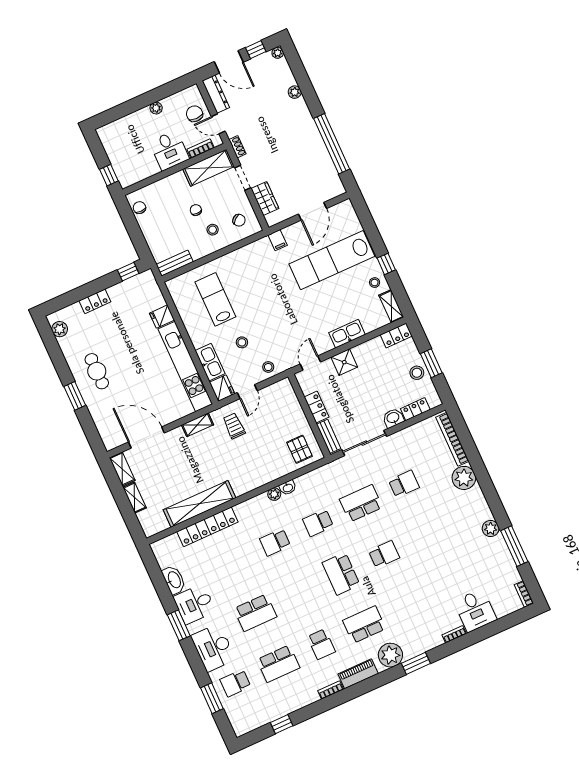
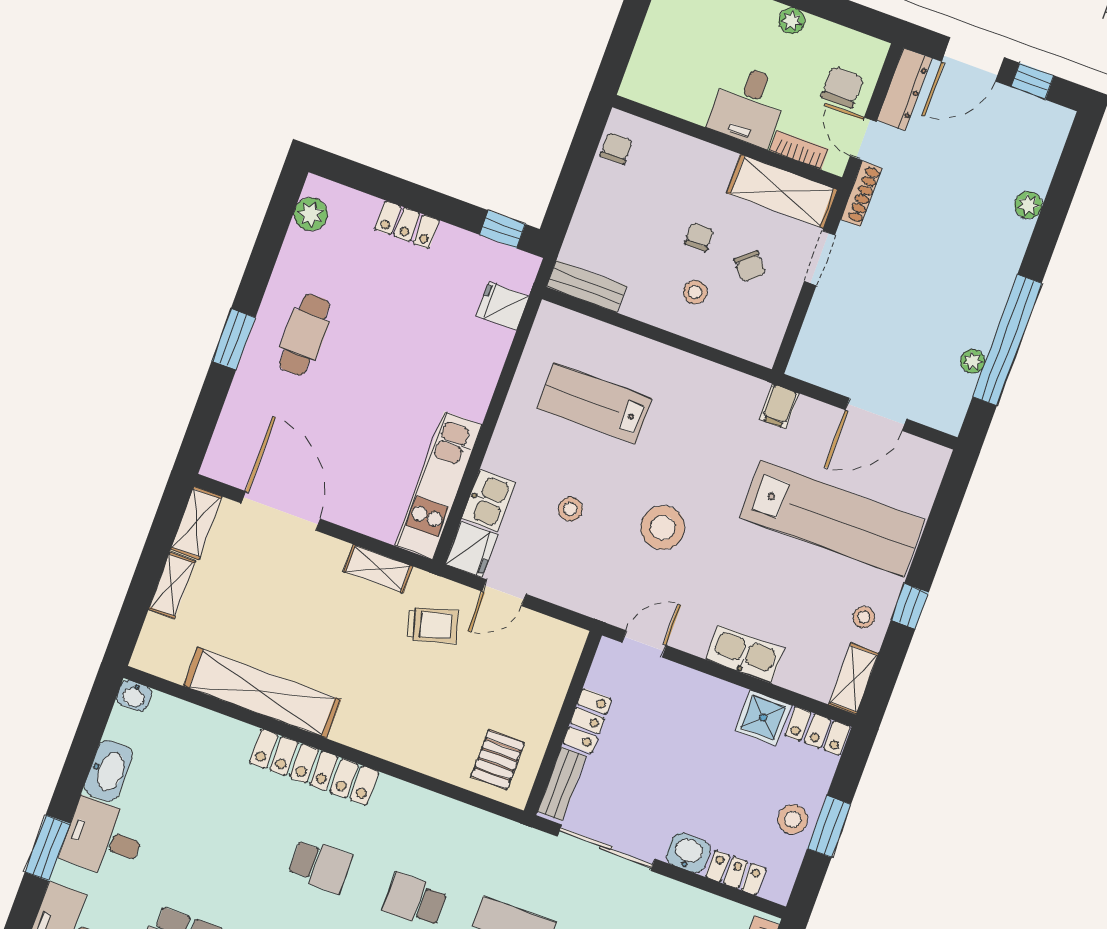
plant: (278, 53) -> (973, 361), moved
door: (229, 62) -> (973, 59), hinge flipped
shoe rack: (237, 147) -> (861, 194), width x1.43
window: (109, 175) -> (618, 52), removed
wardrobe: (265, 198) -> (822, 323), removed
chair: (239, 220) -> (750, 266), moved
lab bench: (332, 260) -> (832, 519), turned 180
lab bench: (215, 299) -> (594, 403), turned -90
fridge: (162, 317) -> (503, 306), moved
kitchen sink: (210, 362) -> (488, 501), width x0.73
shower: (344, 362) -> (763, 718), moved
kitchen unit: (185, 366) -> (438, 485), width x0.73
stool: (268, 367) -> (663, 528), moved, width x1.89, depth x1.89
trolley: (234, 426) -> (432, 625), turned 74
washbasin: (288, 488) -> (134, 696), moved
plant: (274, 494) -> (391, 790), removed
locker: (207, 527) -> (314, 767), moved
school desk: (275, 542) -> (320, 866), turned 180

